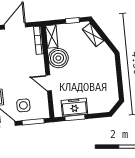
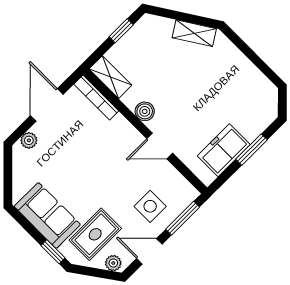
shelving: (93, 35) -> (194, 33), moved
boiler: (58, 58) -> (145, 111), width x0.54, depth x0.54
window: (75, 118) -> (251, 150), moved

